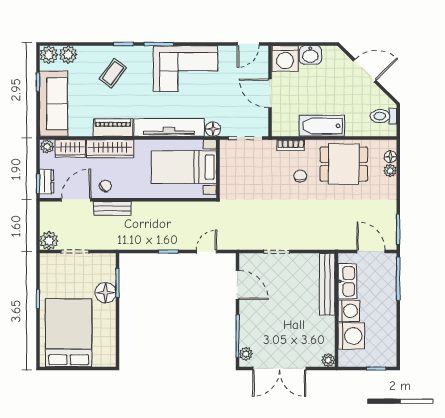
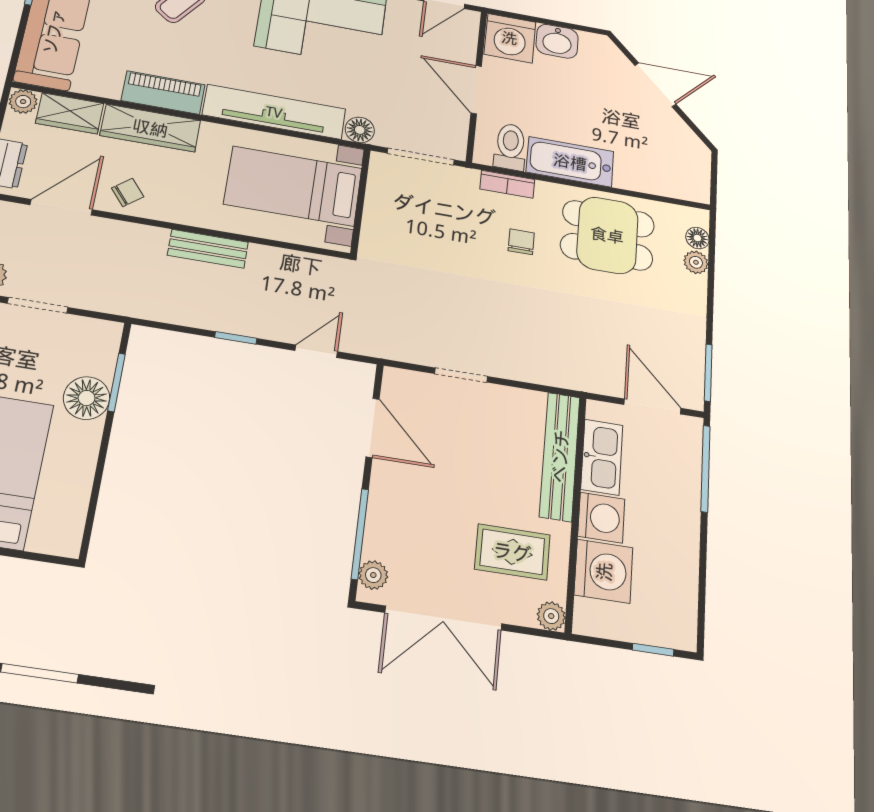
toilet: (383, 116) -> (510, 147), moved, turned 90
bench: (112, 208) -> (208, 249), moved
rug: (308, 334) -> (512, 552), added

